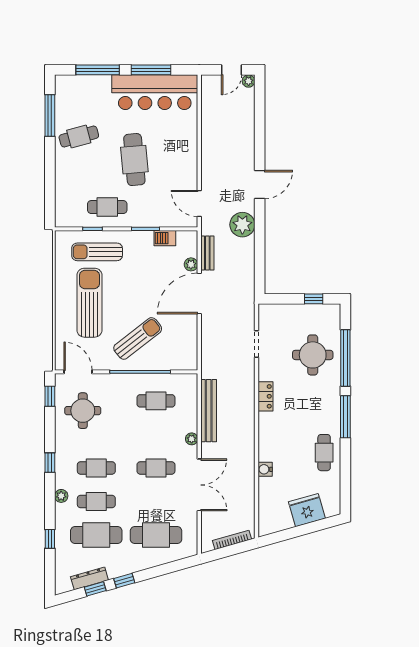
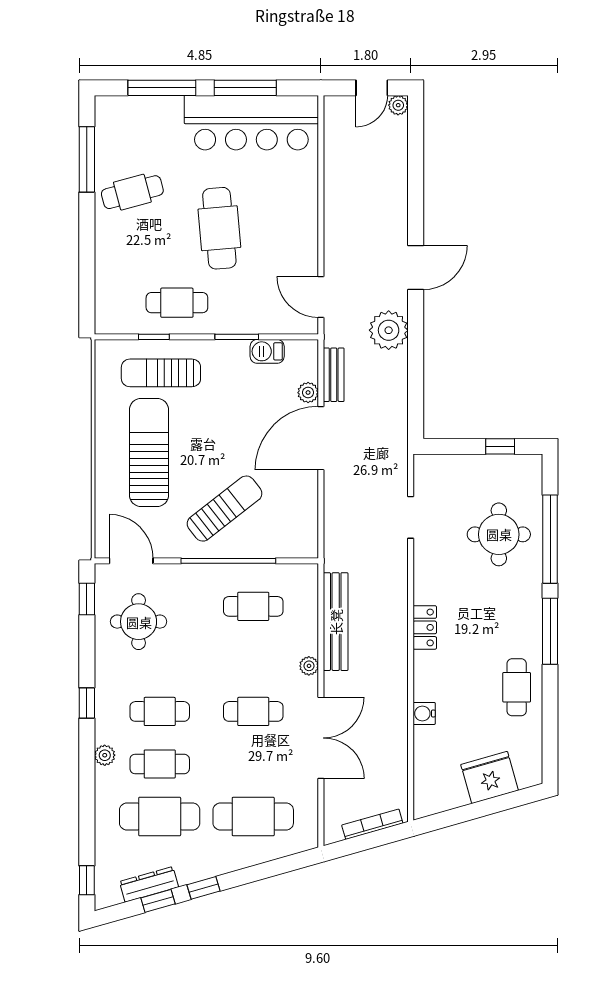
locker: (265, 396) -> (425, 627), moved
window: (50, 539) -> (87, 880), moved

